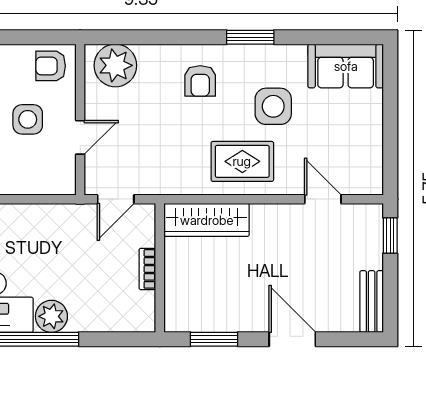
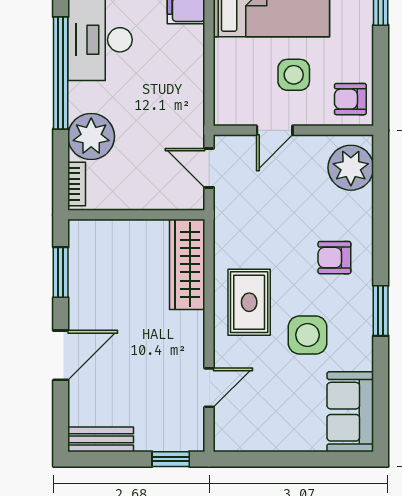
armchair: (51, 66) -> (350, 99), turned -90
door: (80, 137) -> (275, 130), hinge flipped
bookcase: (147, 269) -> (77, 184), moved, turned 90
plant: (51, 316) -> (91, 137), moved, width x1.36, depth x1.36

